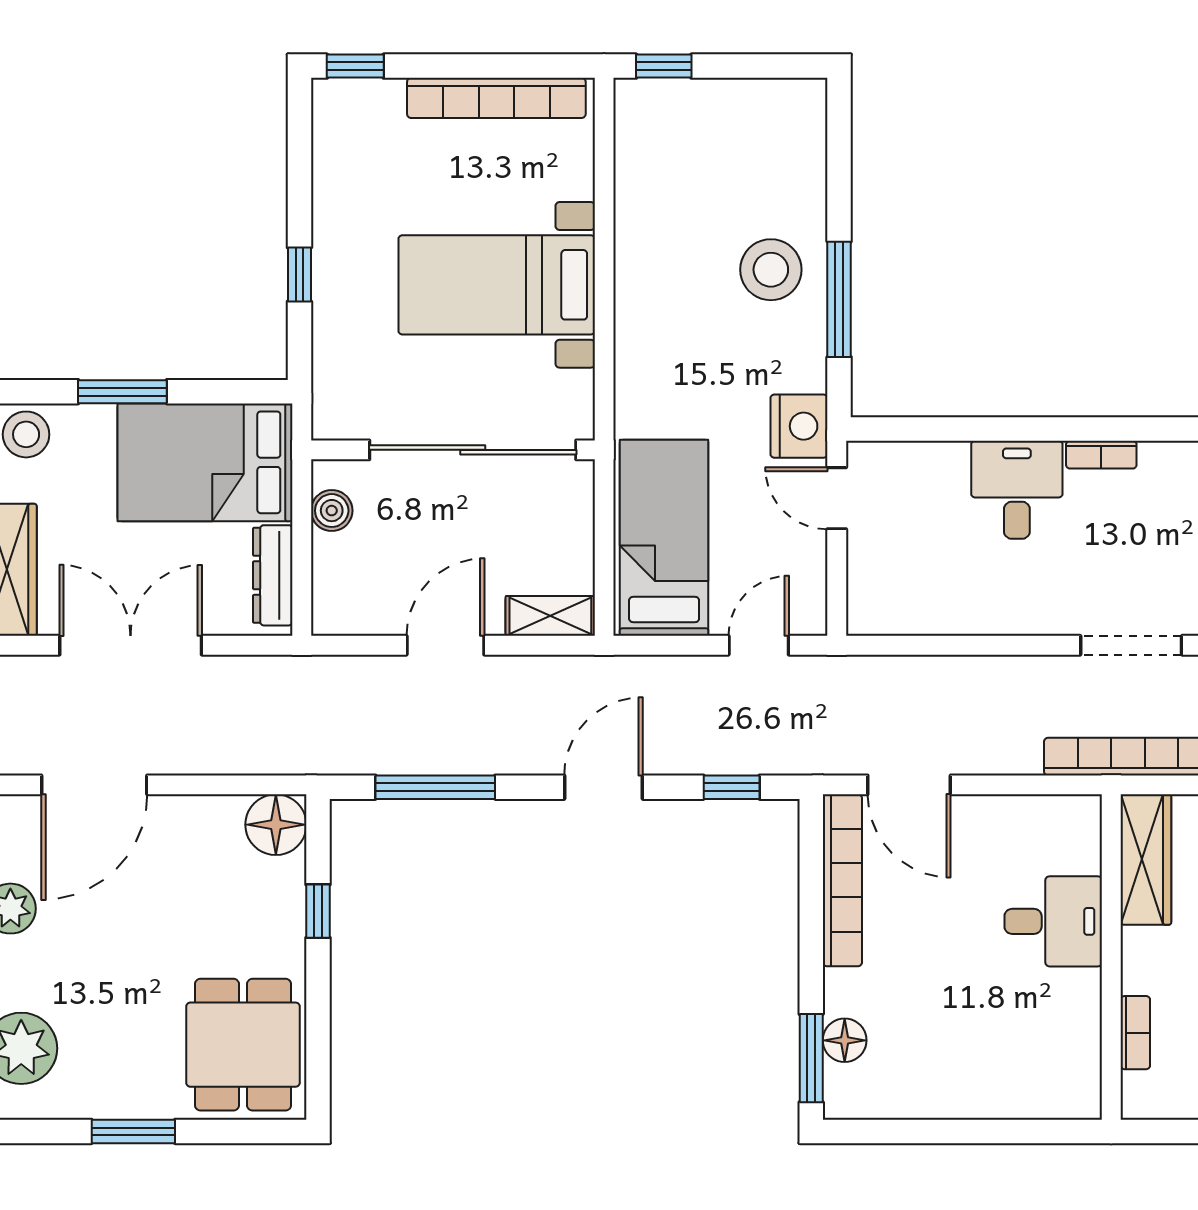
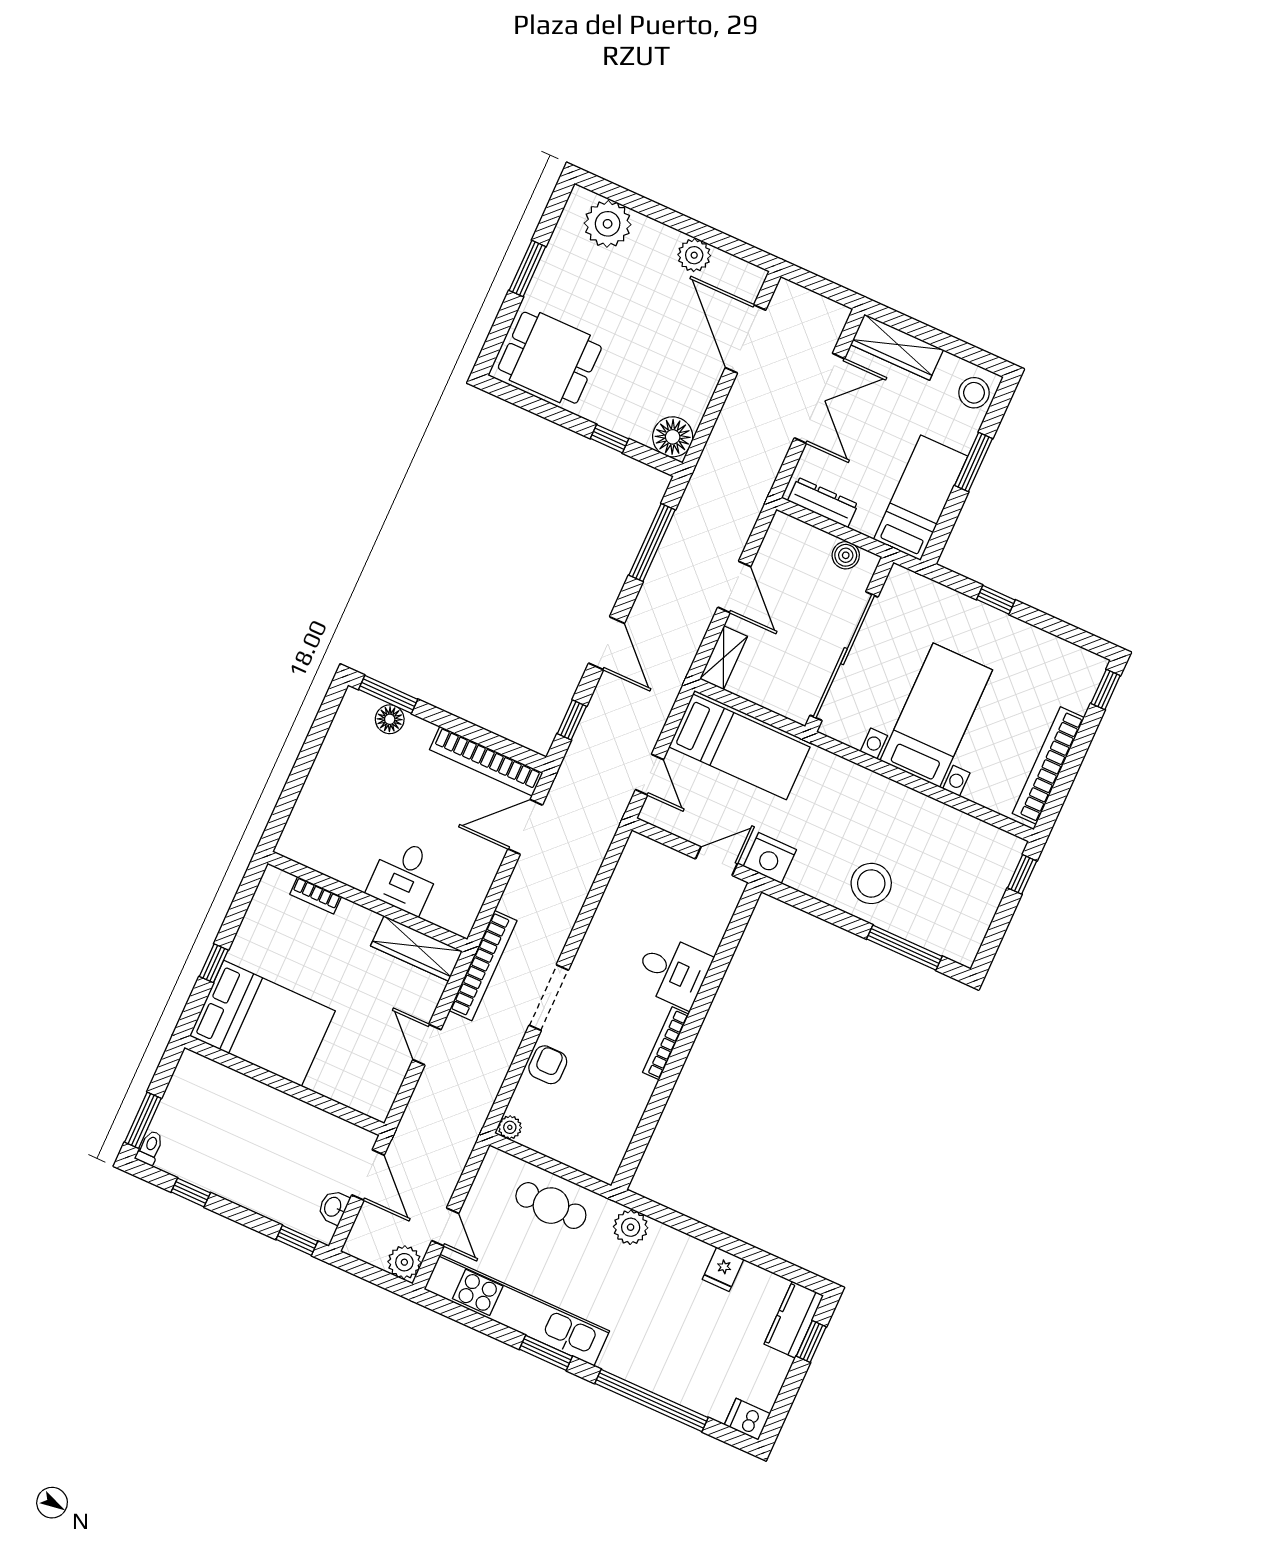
window: (839, 299) -> (904, 948), moved
bookcase: (1101, 455) -> (666, 1043), width x1.56
bed: (205, 462) -> (921, 498), width x0.67

